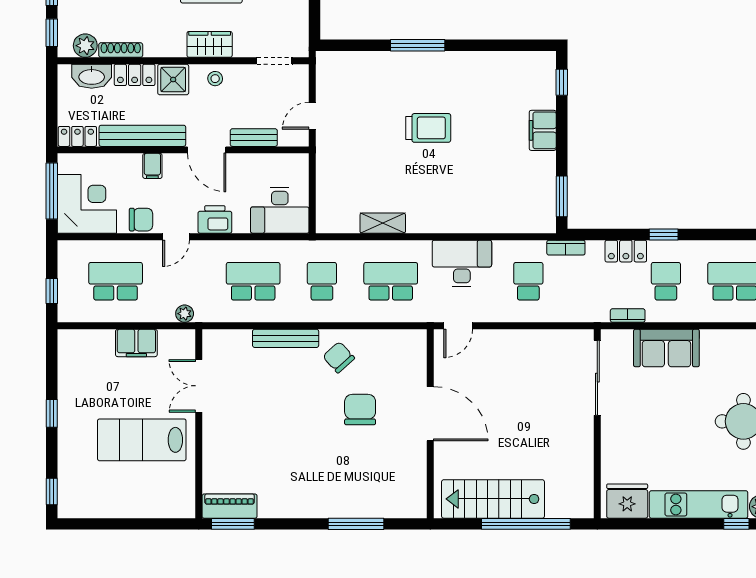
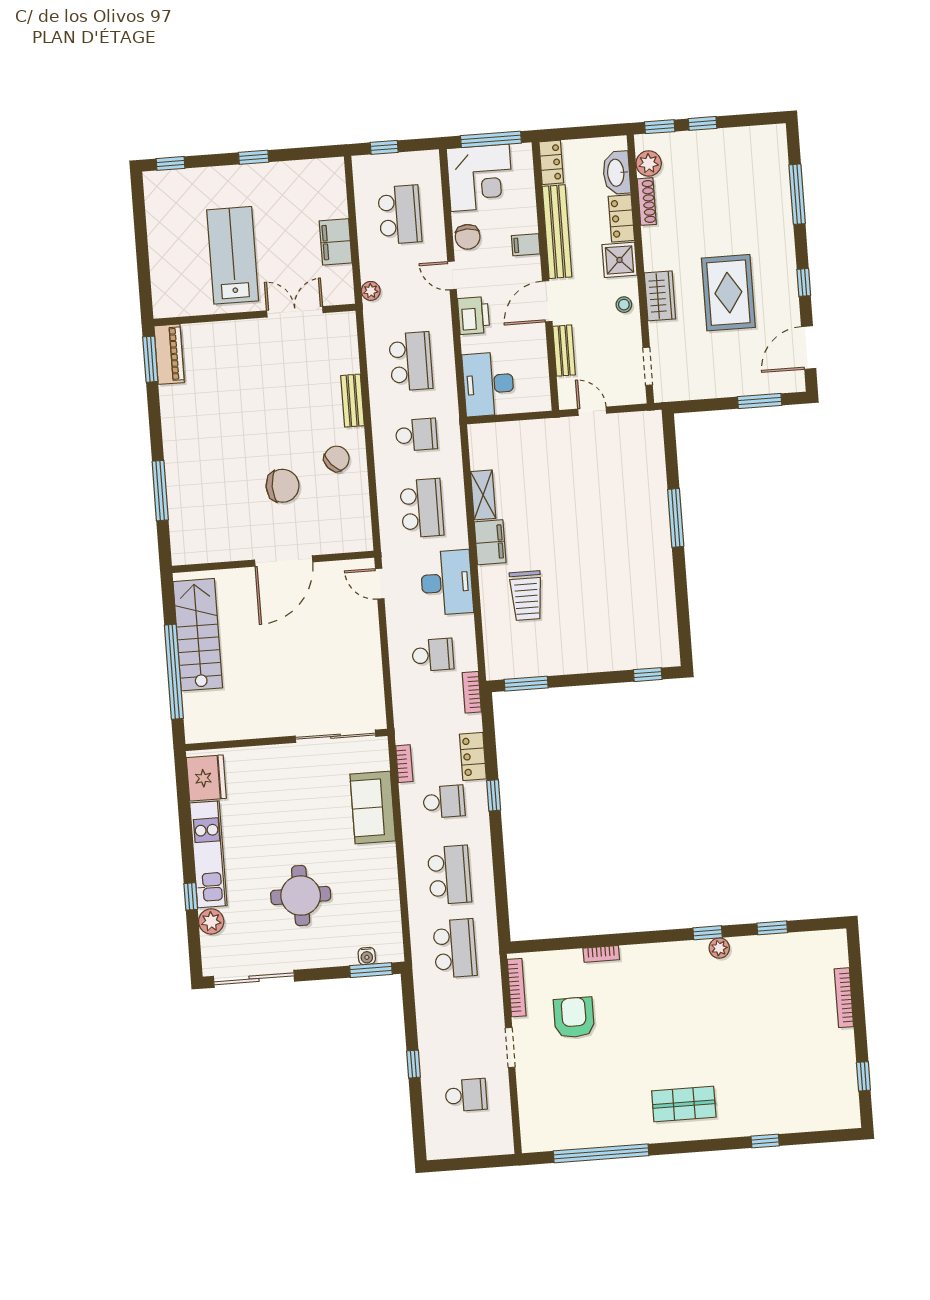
trolley: (428, 128) -> (526, 596), moved
filing cabinet: (543, 130) -> (490, 542), moved, turned 90
bench: (286, 338) -> (352, 401), width x0.73

